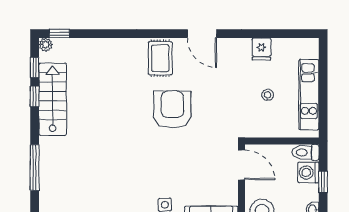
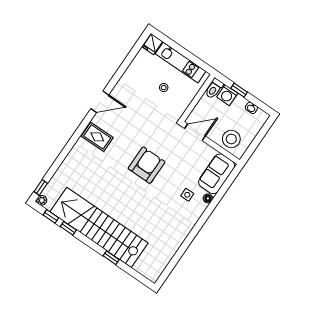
fridge: (261, 49) -> (152, 44), moved, turned 90
stairs: (53, 99) -> (99, 227), width x1.86, depth x1.51
armchair: (172, 109) -> (147, 165), moved, turned 90
window: (35, 168) -> (111, 258), width x0.46

